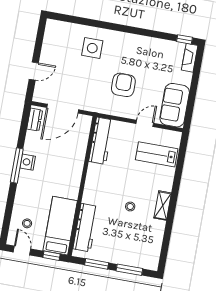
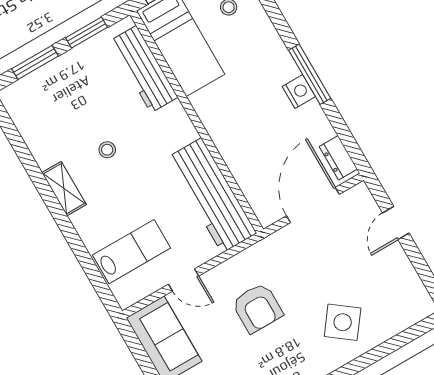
side table: (92, 48) -> (343, 322), turned 37
door: (145, 123) -> (184, 280), hinge flipped
workbench: (101, 141) -> (212, 195), width x1.36, depth x1.32

